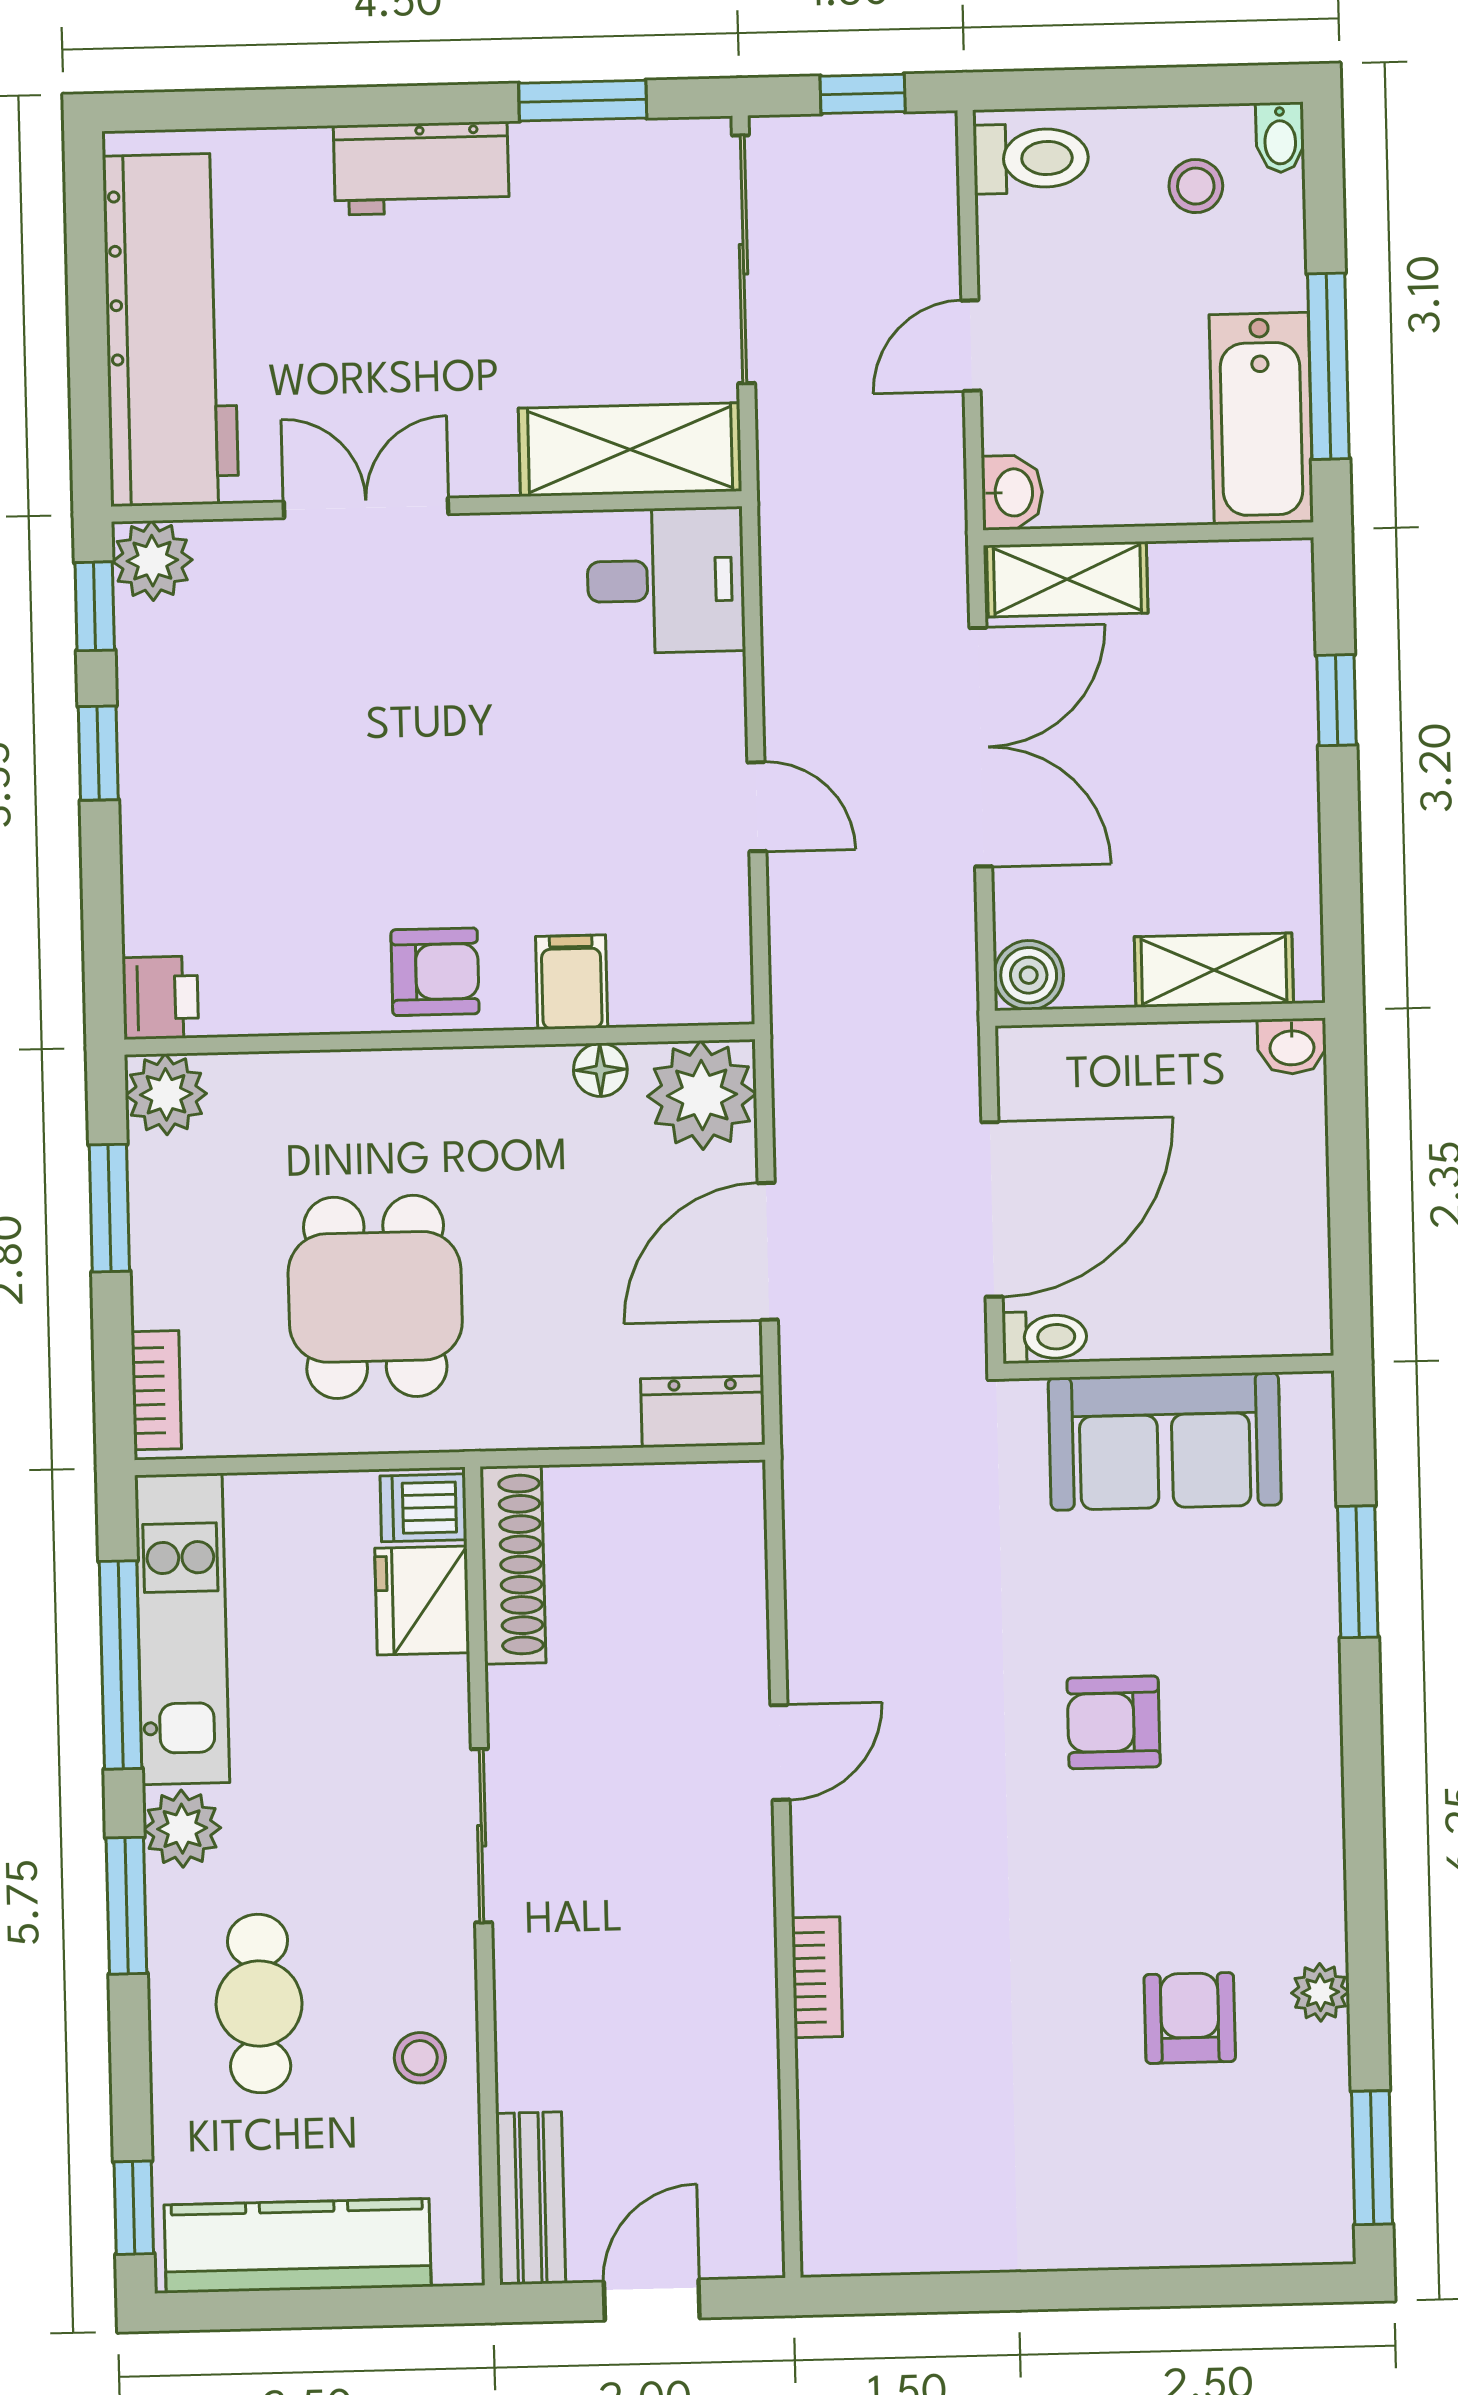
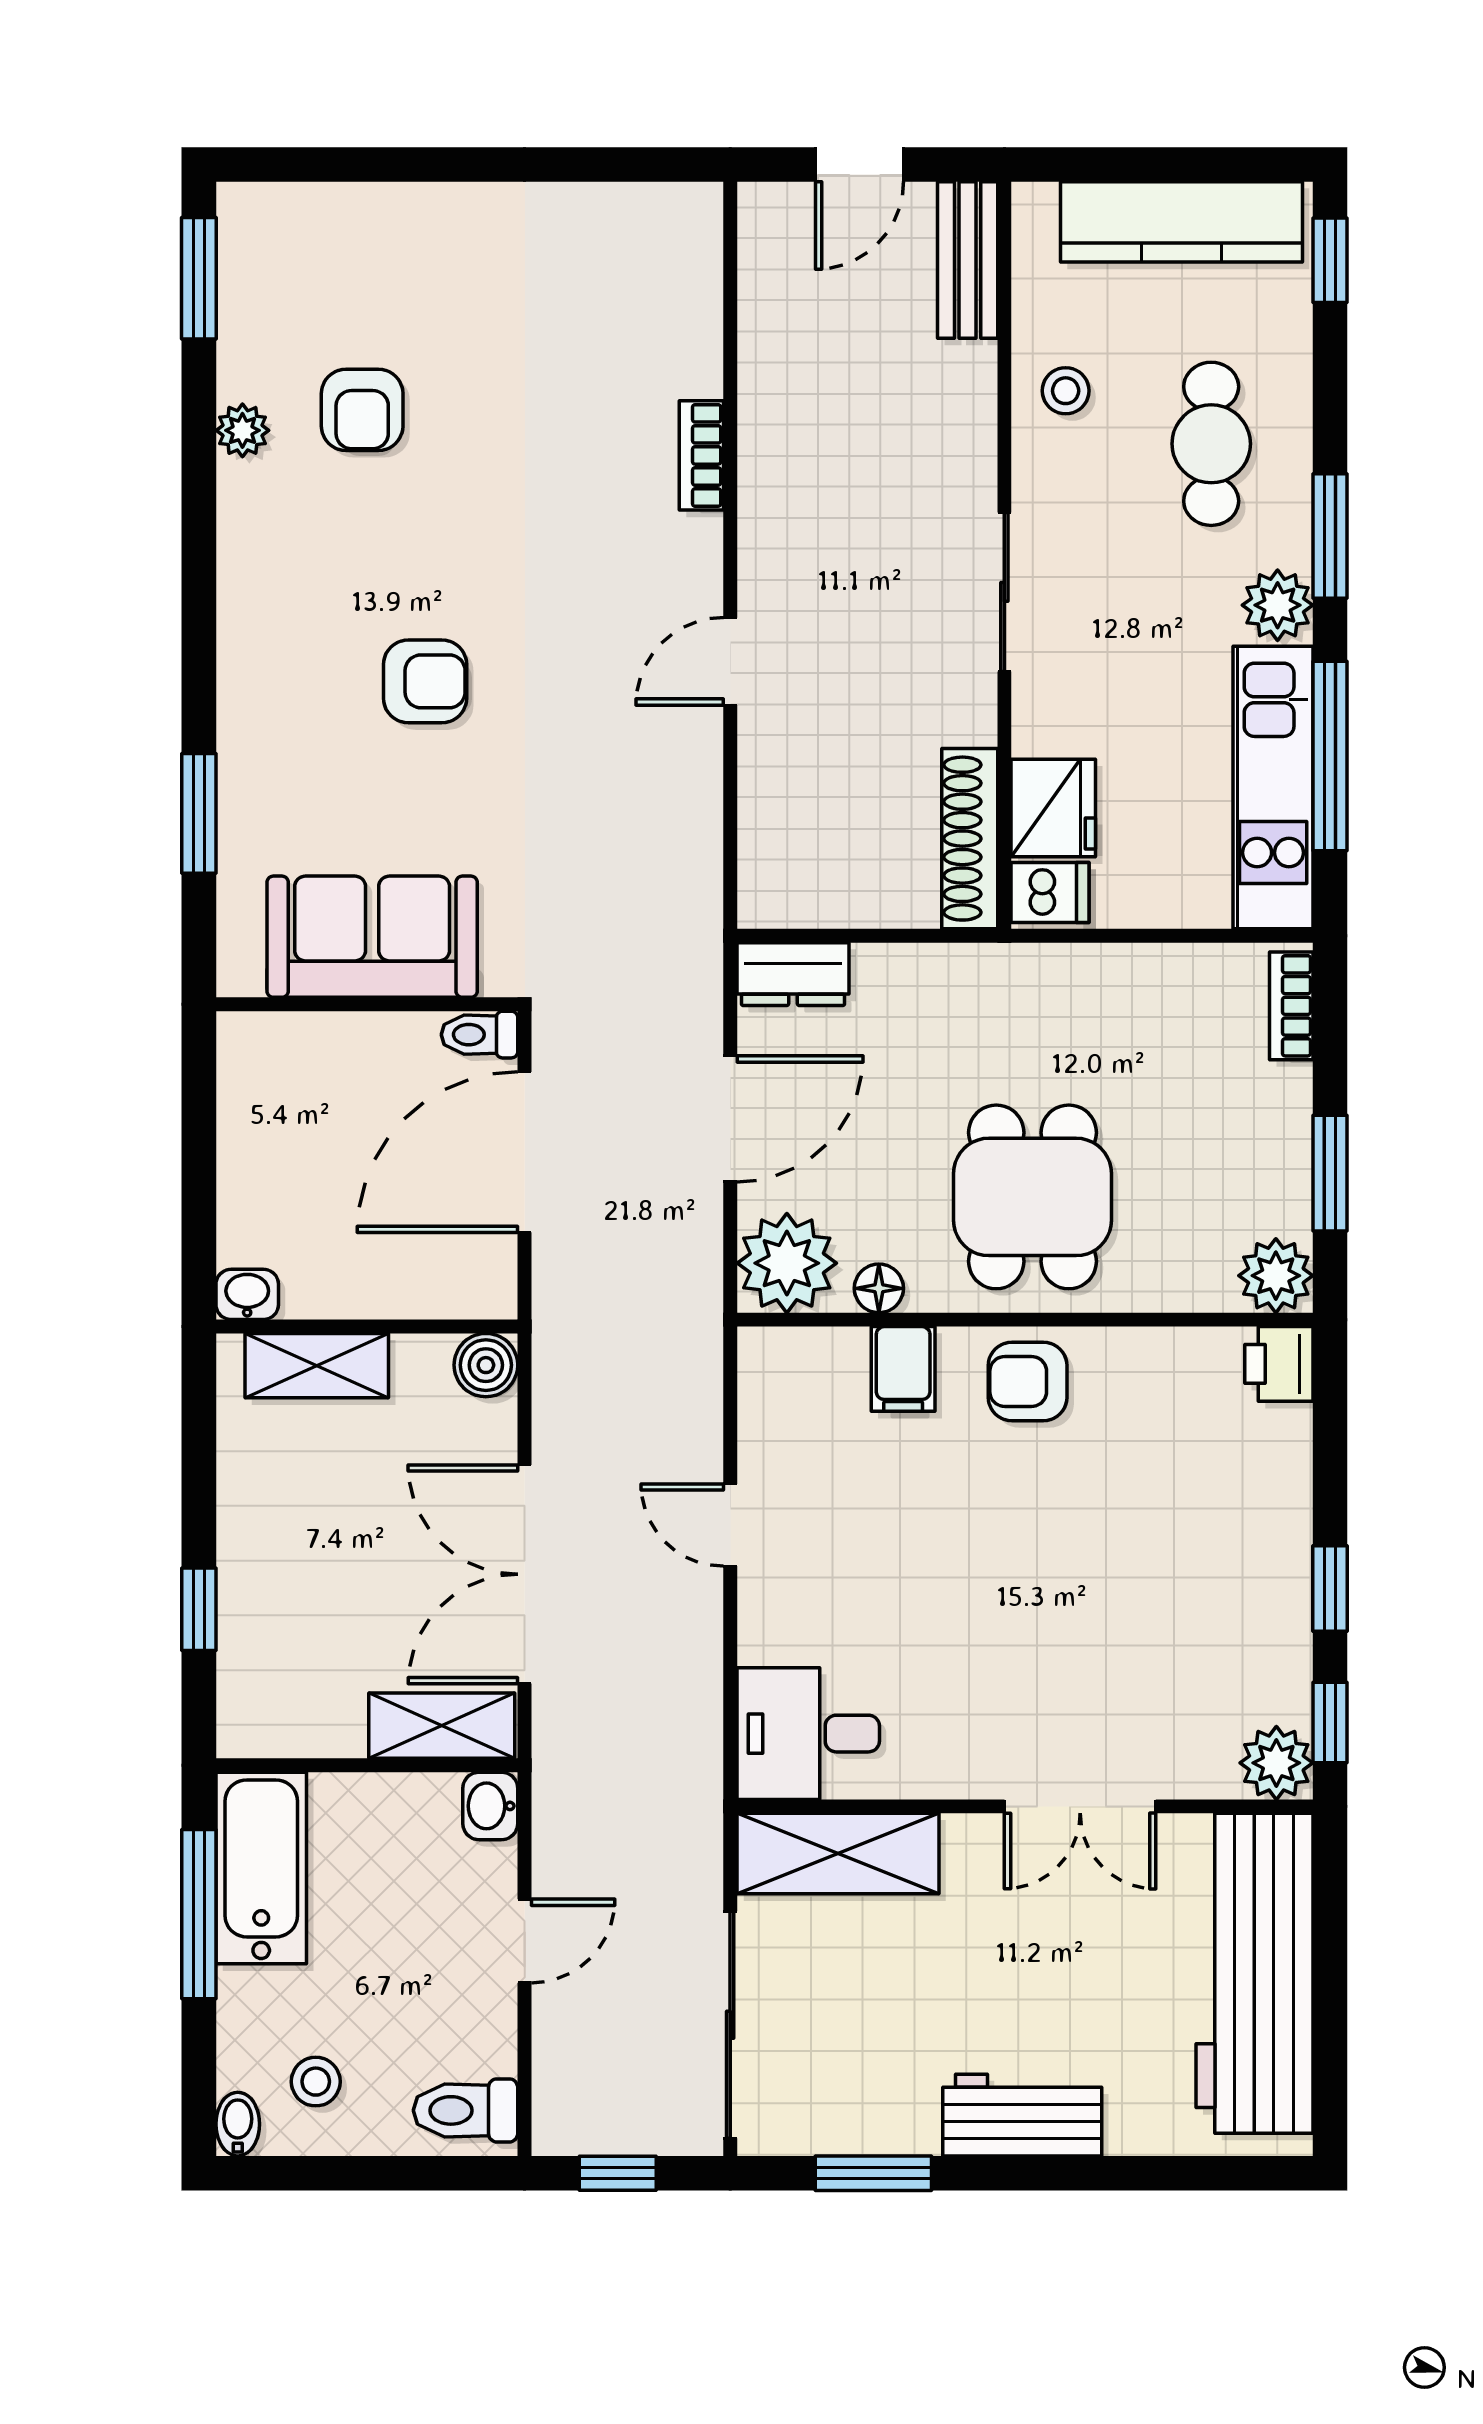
dining table: (375, 1297) -> (1033, 1197), moved

